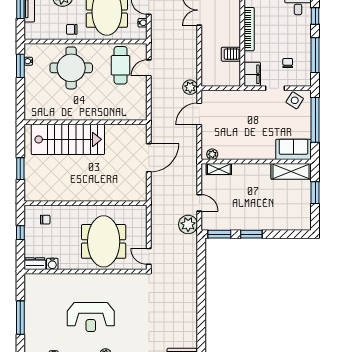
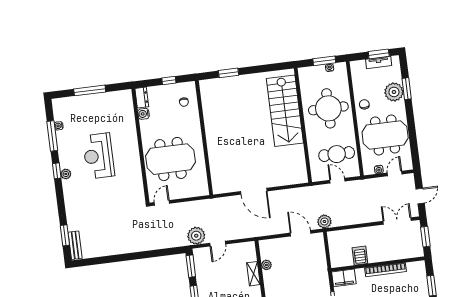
wall: (86, 122) -> (303, 125), moved
stairs: (68, 139) -> (285, 111), moved
plant: (212, 154) -> (266, 265), moved
shelving: (219, 169) -> (253, 274), moved

